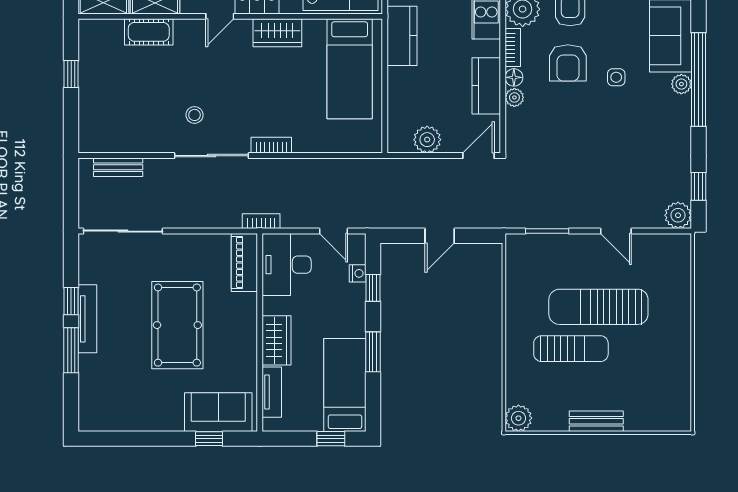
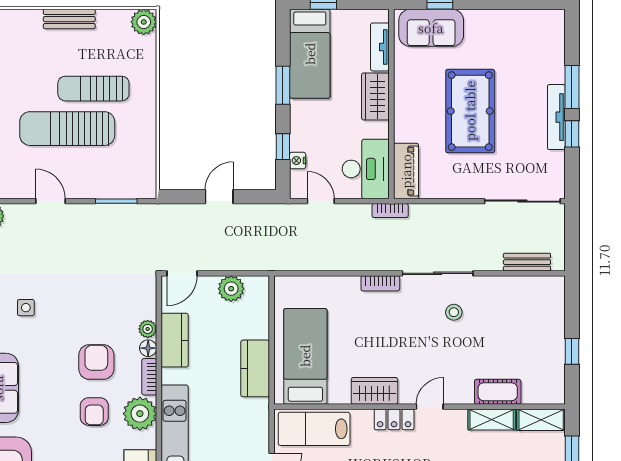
kitchen counter: (402, 36) -> (255, 368), moved
side table: (616, 77) -> (26, 308), moved
sun lounger: (598, 307) -> (67, 129), turned 180

